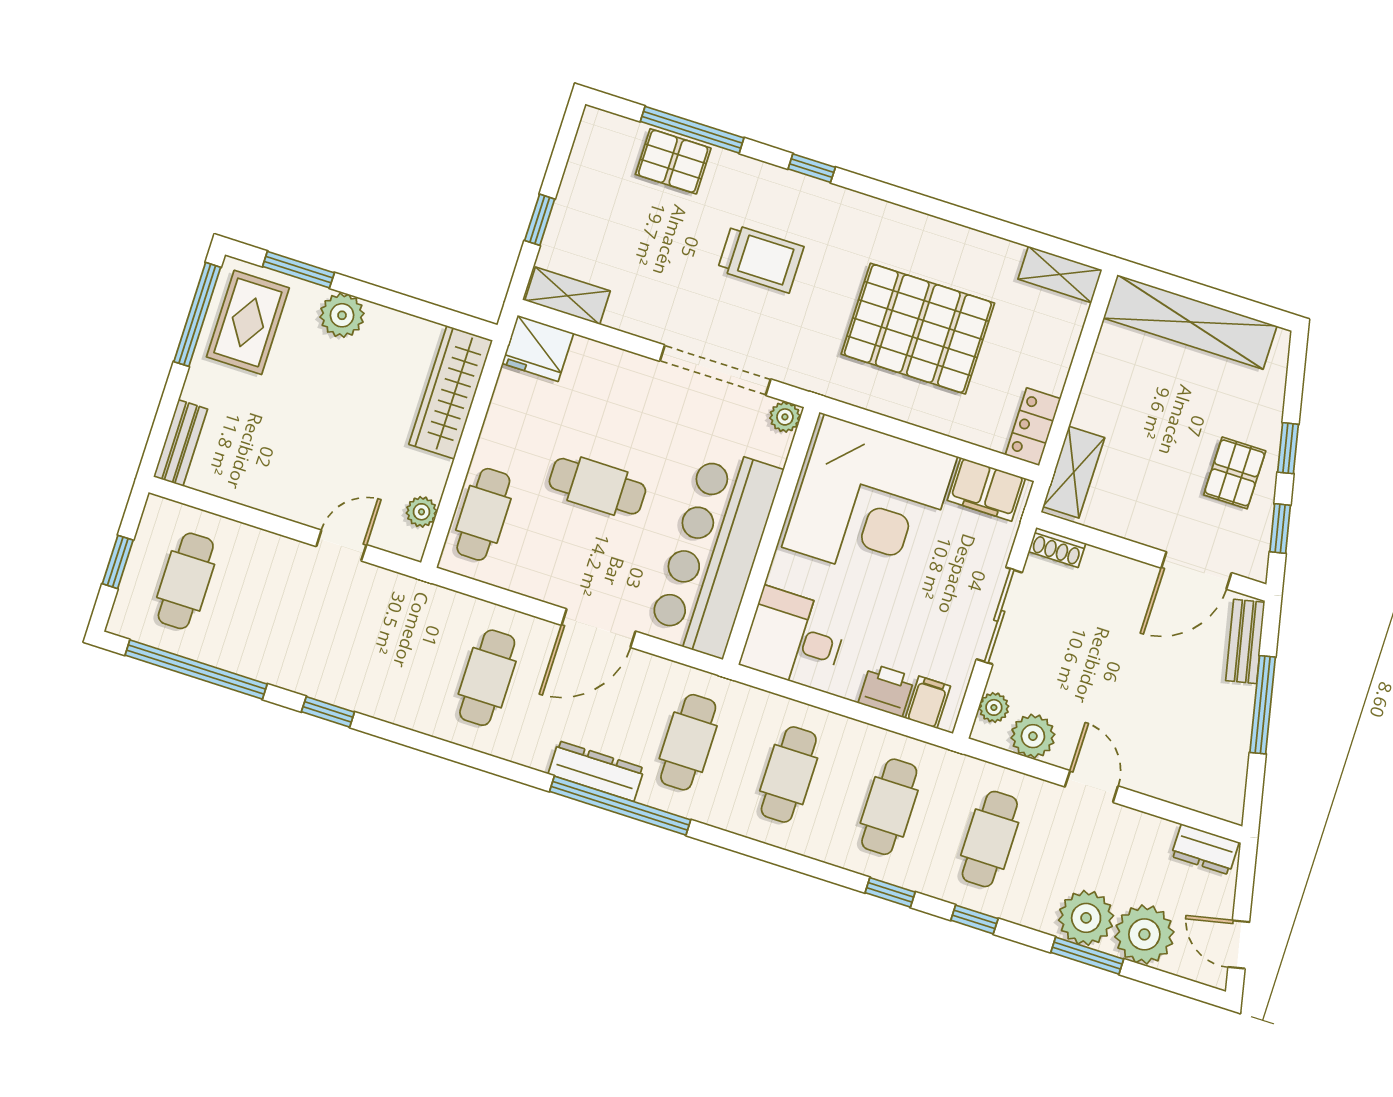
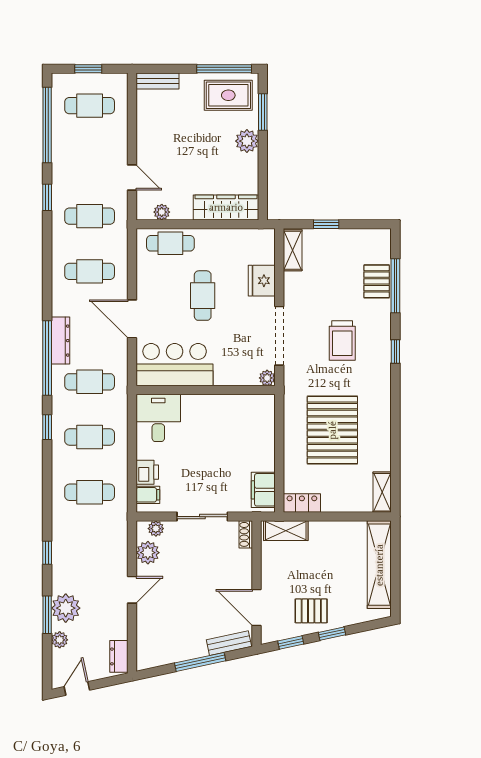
fridge: (538, 348) -> (262, 281), moved
corner desk: (870, 502) -> (238, 434), removed
bar counter: (715, 552) -> (175, 365), width x0.73
cafe table: (990, 839) -> (90, 216), moved
window: (890, 892) -> (47, 427), moved
plant: (1144, 934) -> (60, 640), width x0.53, depth x0.53

